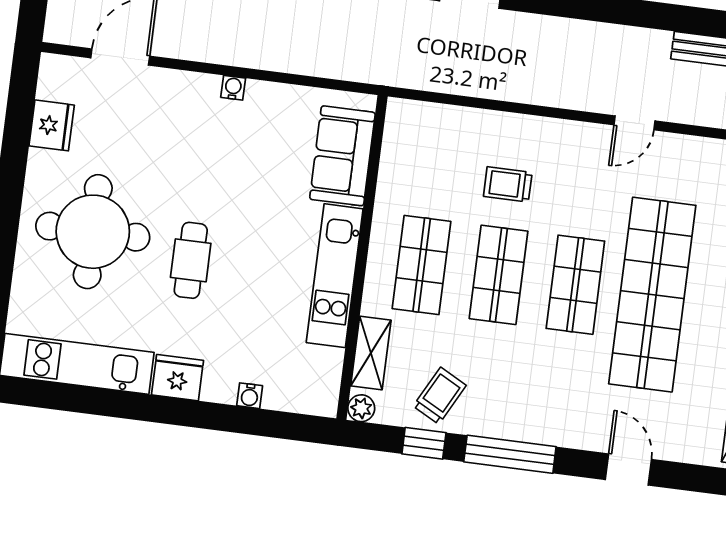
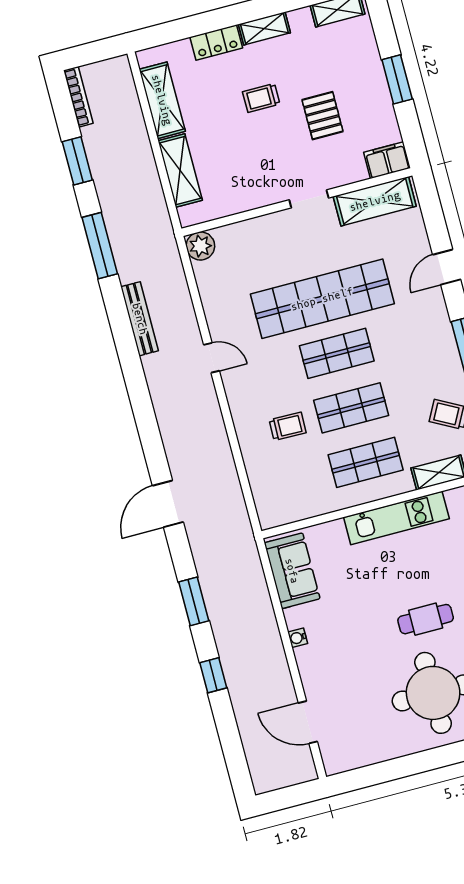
fridge: (52, 125) -> (373, 750), removed
sofa: (342, 156) -> (292, 571), moved, turned -90
trolley: (508, 184) -> (288, 426), turned -89

